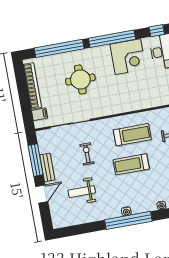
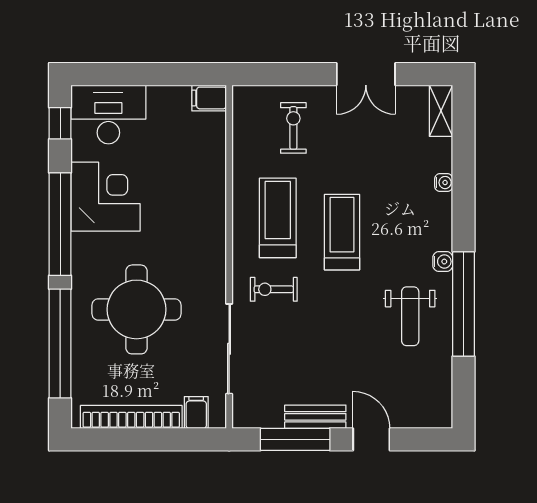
round table: (80, 79) -> (136, 309), width x1.36, depth x1.36
exercise bike: (87, 154) -> (274, 289), moved
treadmill: (131, 164) -> (342, 232), turned 180
weight bench: (82, 192) -> (410, 316), moved
window: (128, 220) -> (463, 304), moved

